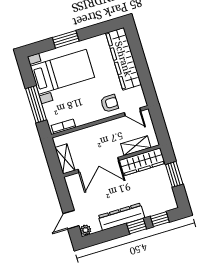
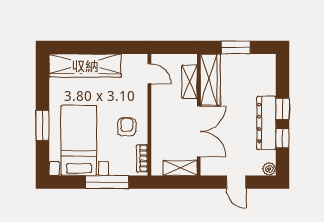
armchair: (109, 103) -> (127, 127), moved
door: (132, 112) -> (149, 74), hinge flipped
window: (160, 219) -> (283, 138), moved
door: (71, 220) -> (236, 182), moved

